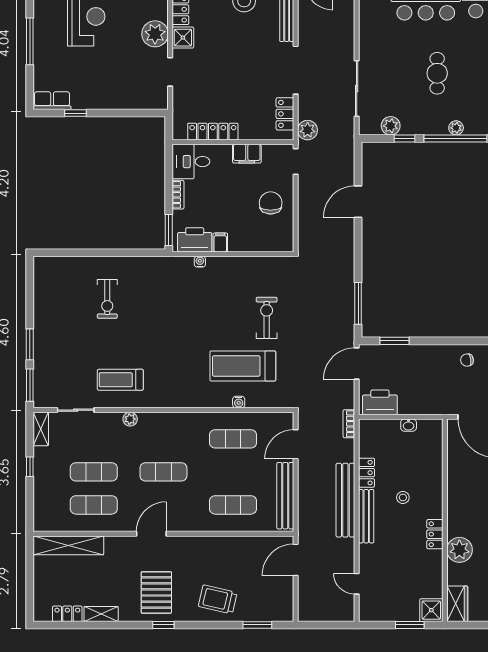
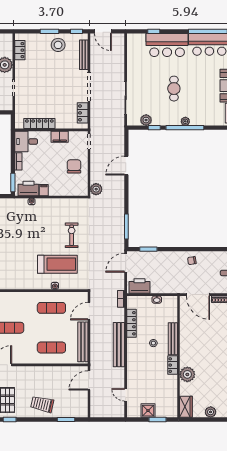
shower: (183, 38) -> (21, 67), removed
plant: (308, 130) -> (96, 189), moved
treadmill: (243, 366) -> (57, 264), turned 180
locker: (366, 473) -> (132, 323), width x1.53
bench: (366, 516) -> (173, 339), moved
shower: (431, 610) -> (148, 411), moved

